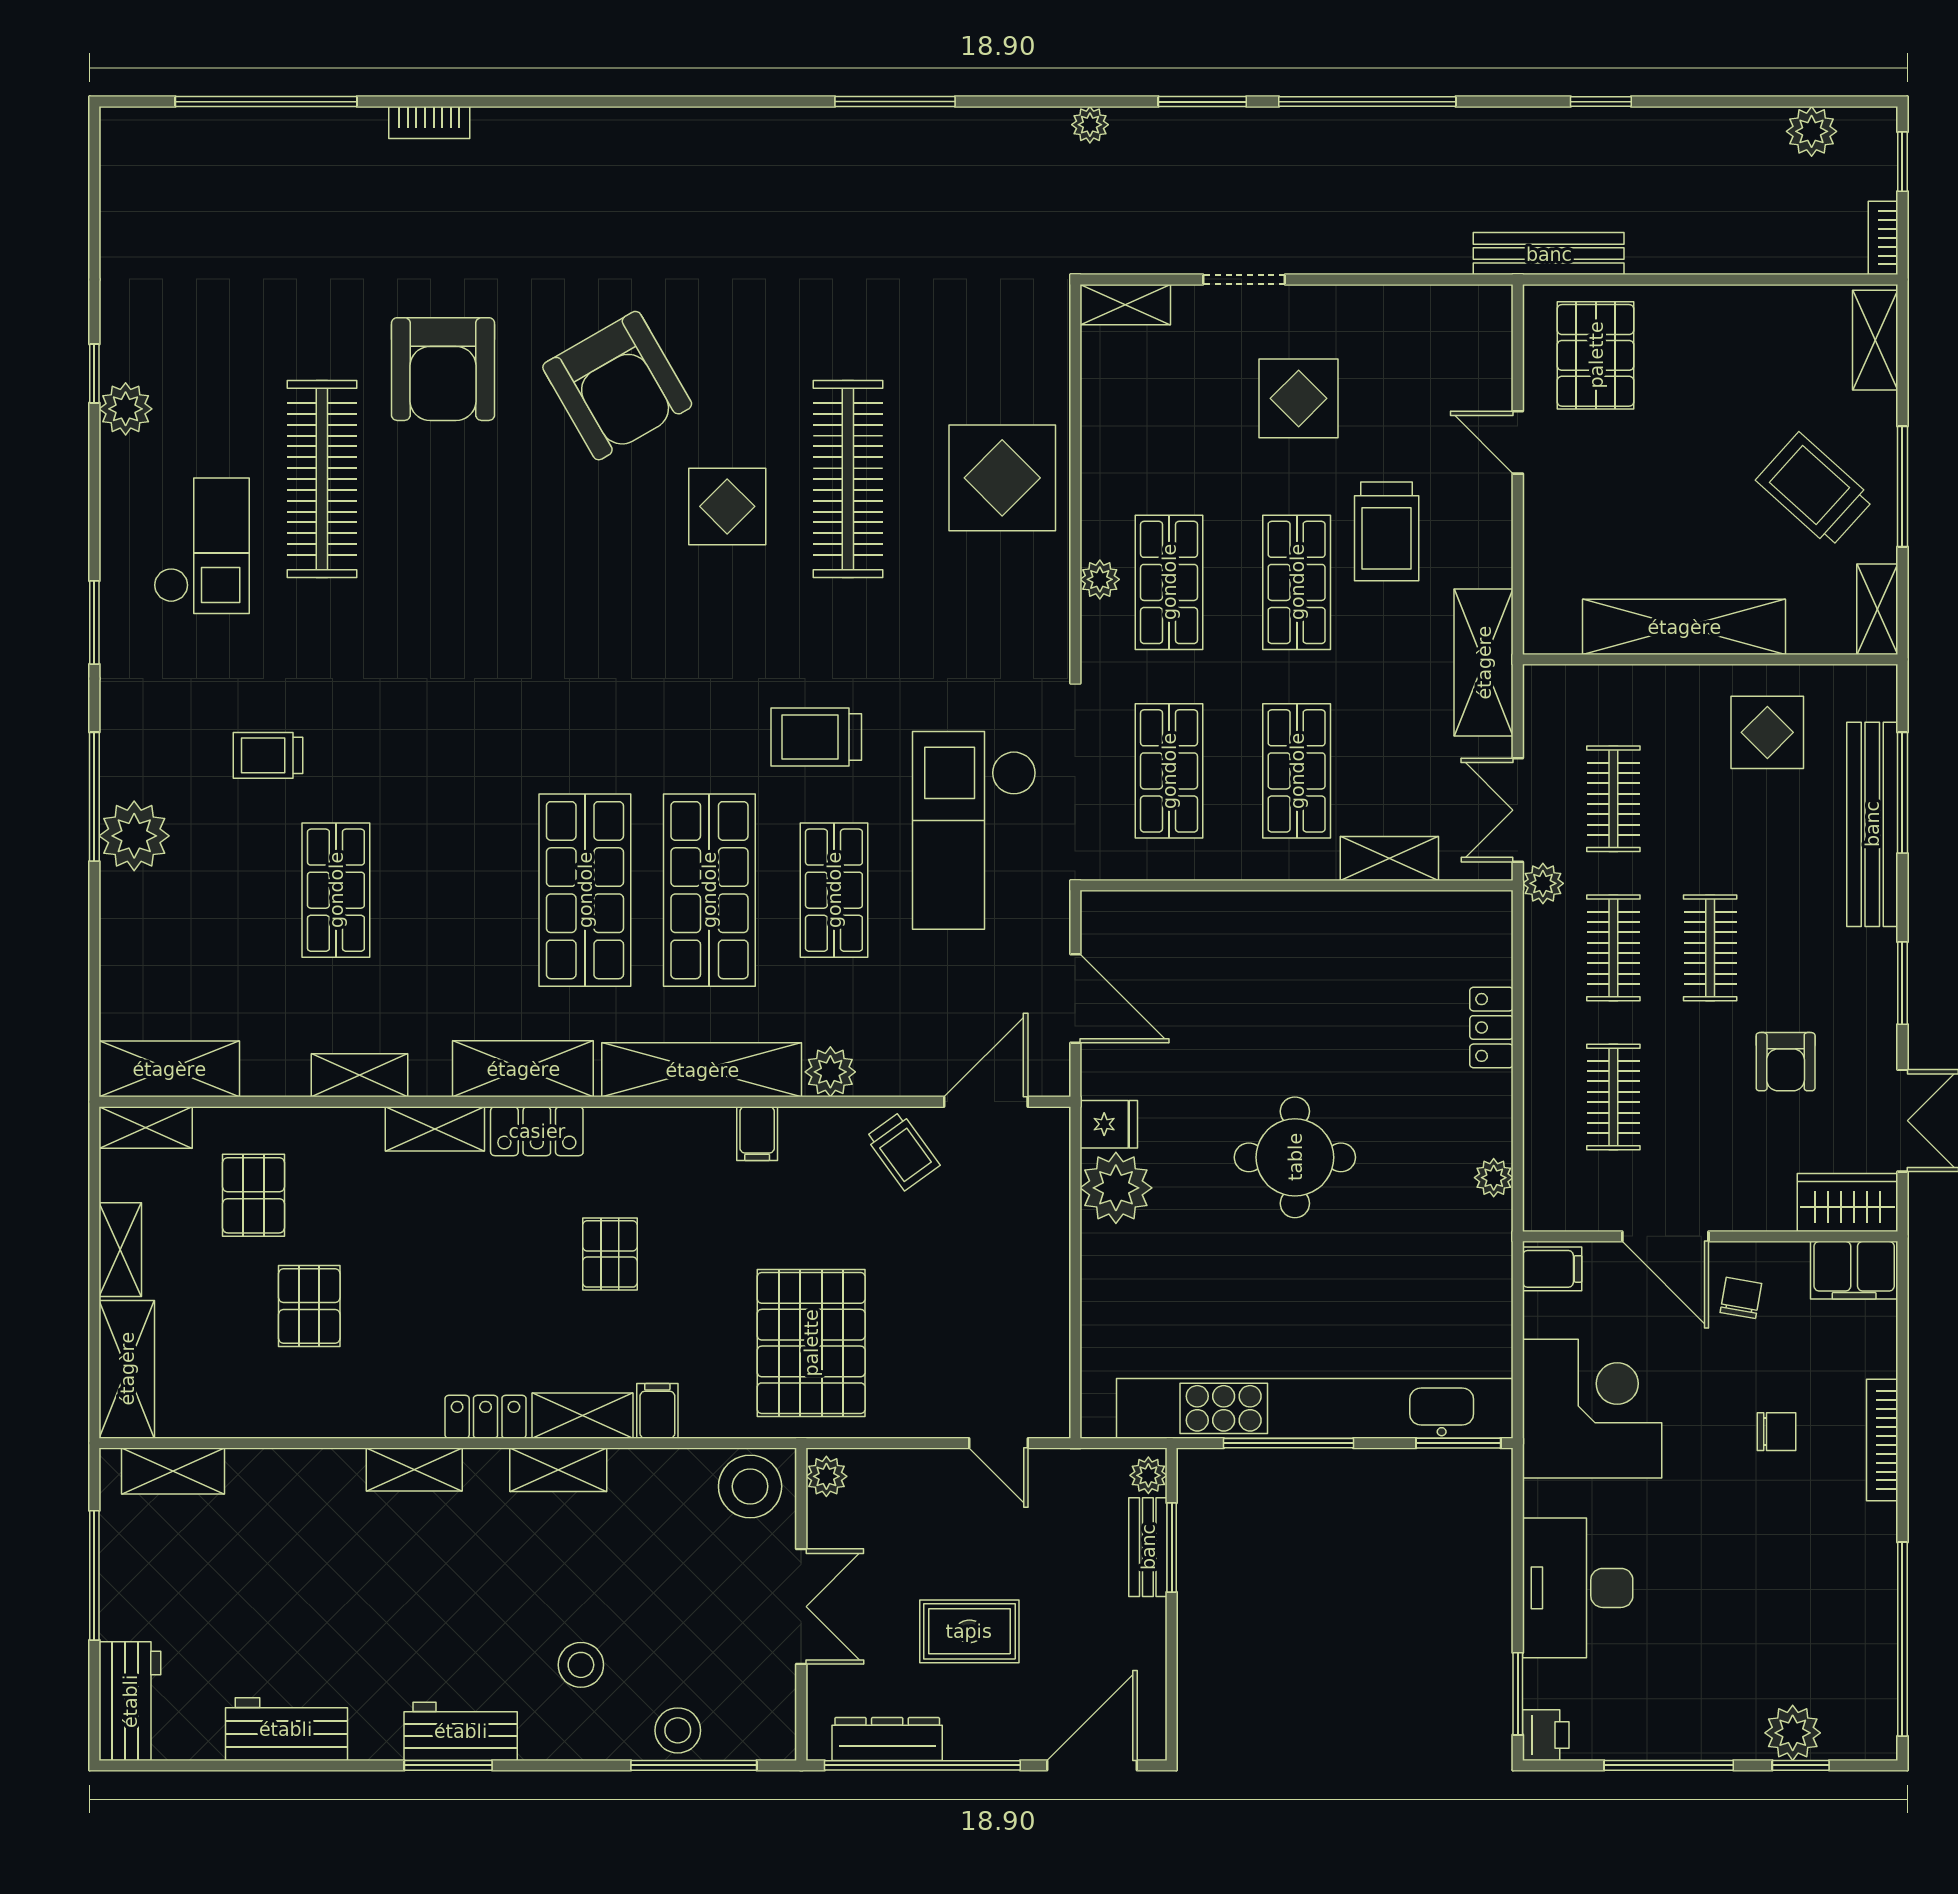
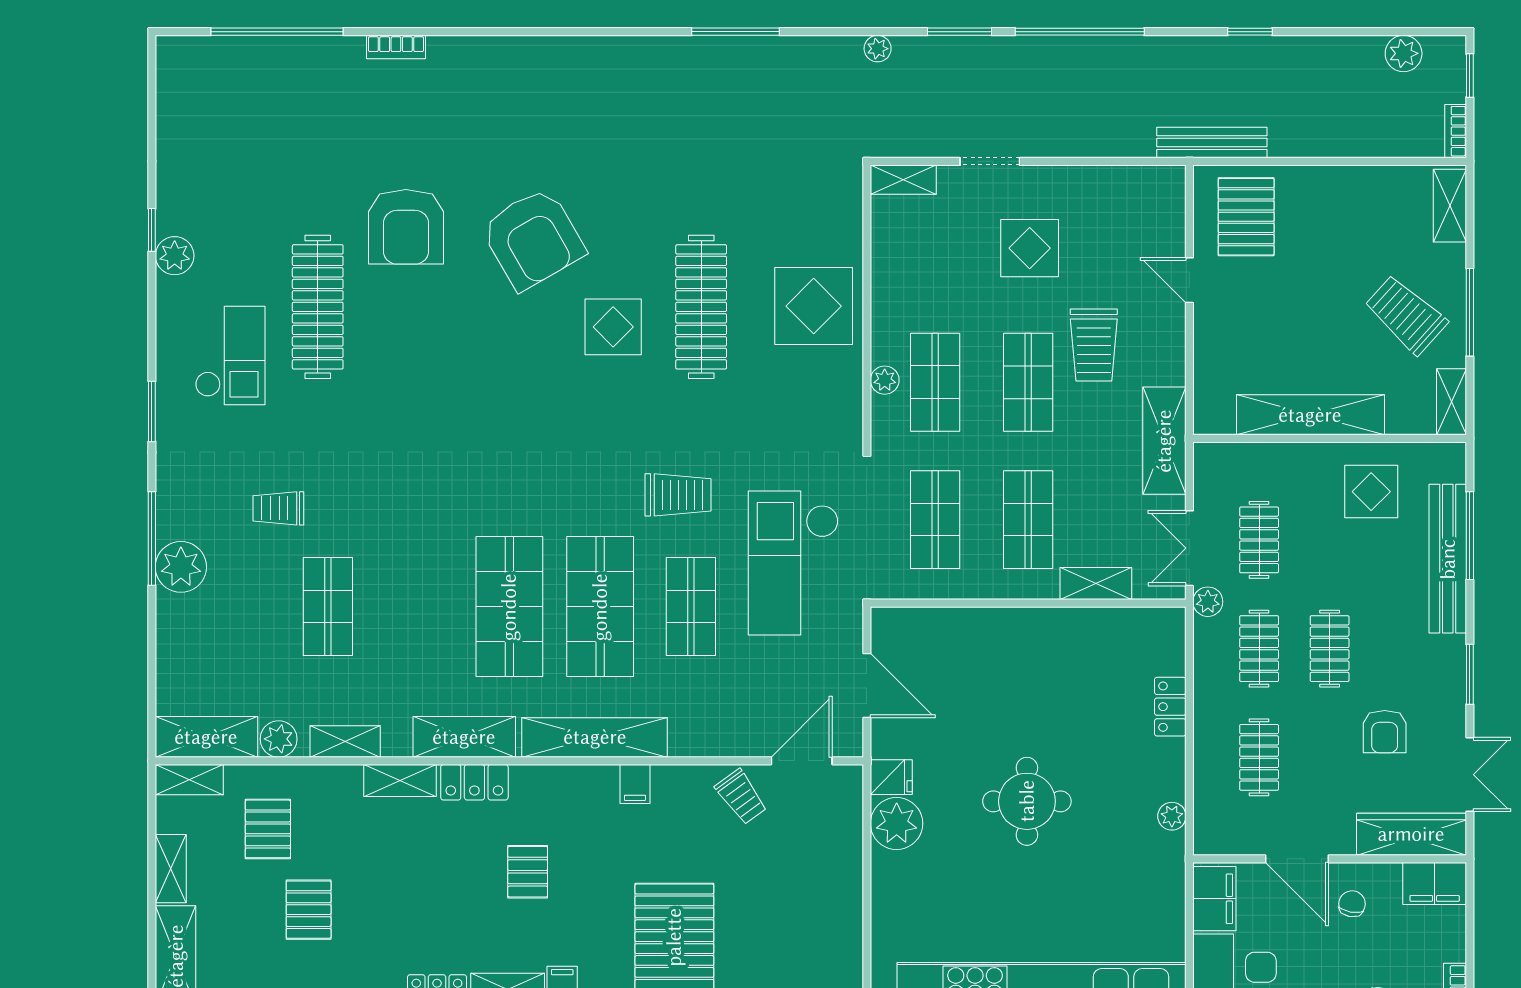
trolley: (816, 737) -> (678, 495), turned 180
plant: (830, 1072) -> (279, 739), moved
wardrobe: (1848, 1203) -> (1411, 834), width x1.50
filing cabinet: (1552, 1269) -> (1214, 899), width x2.00

